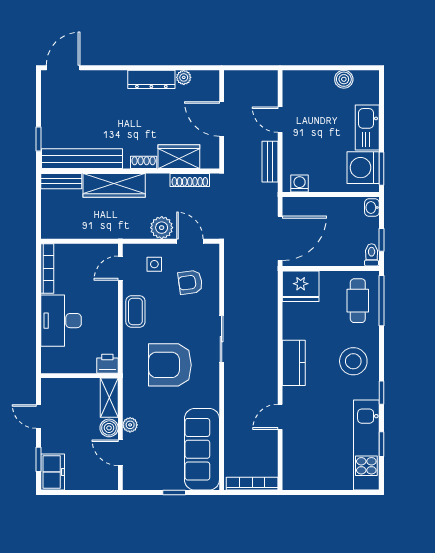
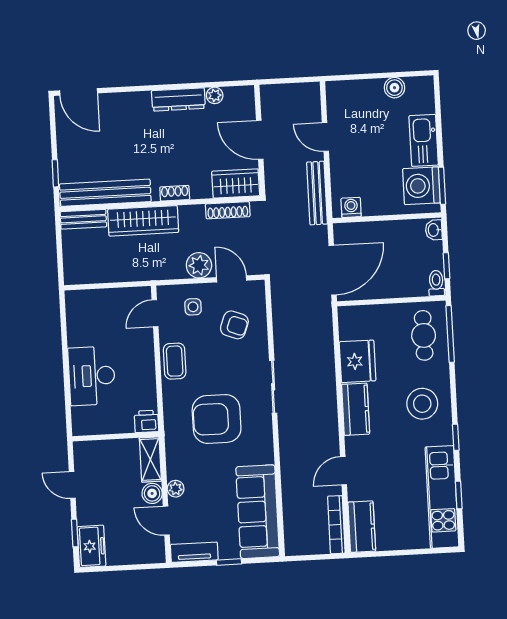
door: (63, 68) -> (79, 92), swing flipped
wardrobe: (179, 157) -> (236, 183), moved
bench: (270, 162) -> (317, 193), width x1.36
bookcase: (47, 268) -> (73, 318), removed
armchair: (190, 282) -> (234, 325), turned -151
fridge: (301, 286) -> (358, 361), moved, turned -90
kitchen counter: (294, 468) -> (362, 527), added
tv unit: (144, 482) -> (194, 552), added
bookcase: (252, 484) -> (336, 525), moved, turned -90

